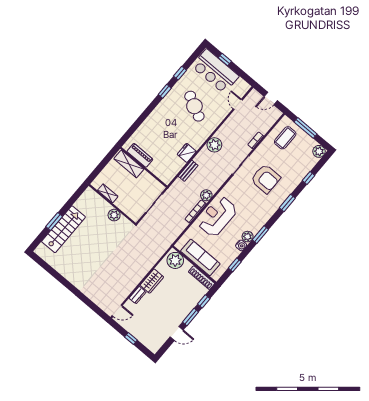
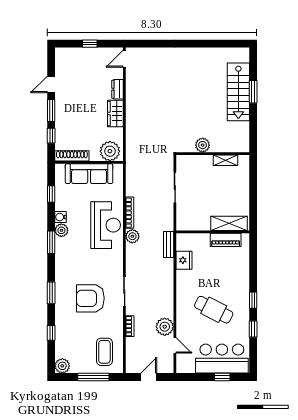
plant: (214, 145) -> (165, 327), moved
piano: (140, 155) -> (226, 240), moved
shelving: (129, 164) -> (229, 223), moved
wall: (144, 167) -> (213, 232), moved

